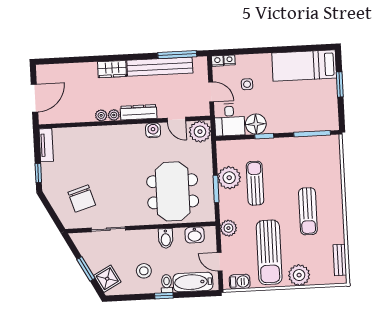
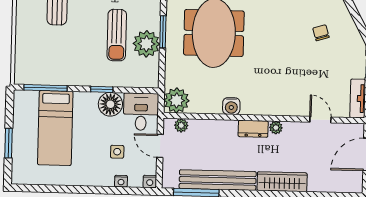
nightstand: (230, 60) -> (121, 181), moved
bed: (304, 66) -> (55, 128), moved, turned 90
wardrobe: (112, 69) -> (282, 182), width x1.50
dresser: (139, 112) -> (253, 129), width x0.70
plant: (101, 115) -> (181, 125), moved
door: (176, 120) -> (320, 120), moved
chair: (82, 199) -> (321, 33), width x0.54, depth x0.54

